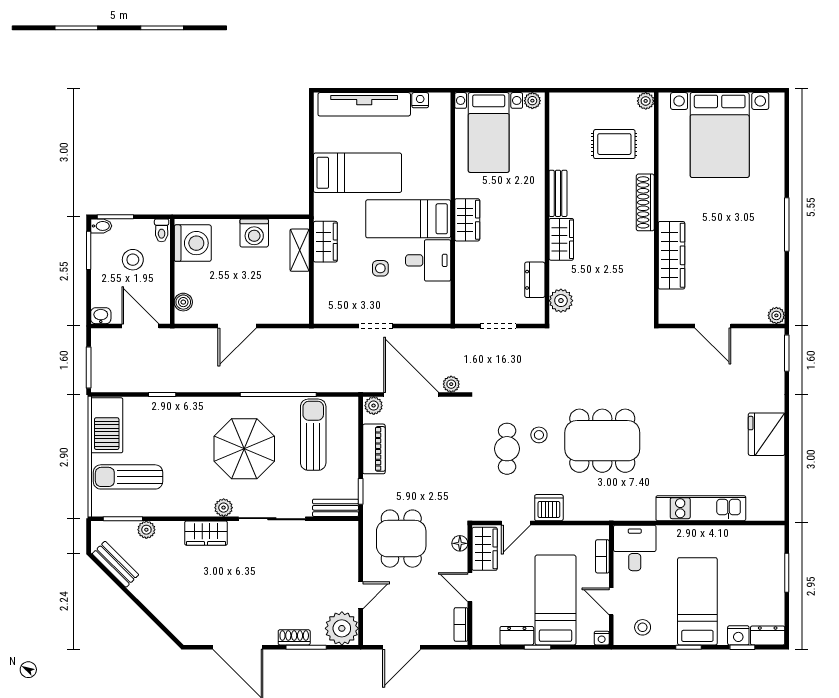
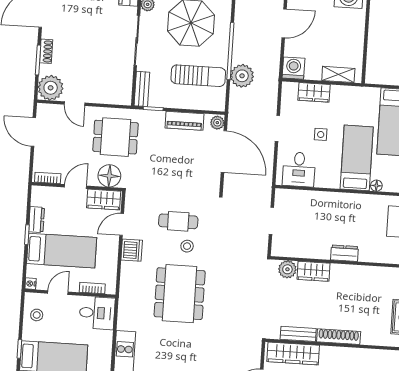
floor lamp: (443, 190) -> (376, 186), added
bench: (558, 193) -> (298, 334), moved
shoe rack: (645, 202) -> (339, 337), moved
wardrobe: (467, 220) -> (353, 202), removed
washing machine: (254, 233) -> (294, 68), moved, turned 90
wardrobe: (561, 239) -> (314, 271), moved
wardrobe: (325, 242) -> (314, 92), moved
wardrobe: (671, 255) -> (293, 353), moved
desk: (428, 260) -> (299, 169), moved
dresser: (535, 280) -> (344, 253), moved
door: (237, 326) -> (284, 23), swing flipped
plant: (451, 384) -> (242, 76), moved, width x1.87, depth x1.87
door: (411, 394) -> (224, 152), hinge flipped
door: (516, 523) -> (122, 224), hinge flipped
floor lamp: (460, 543) -> (109, 176), width x1.89, depth x1.89

